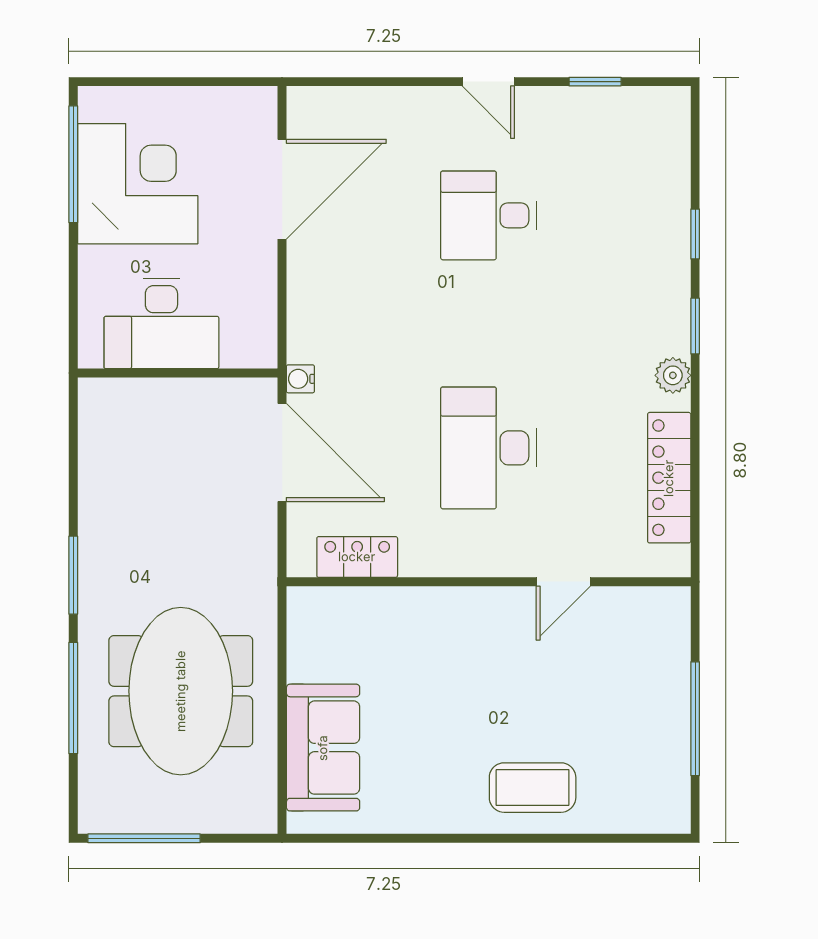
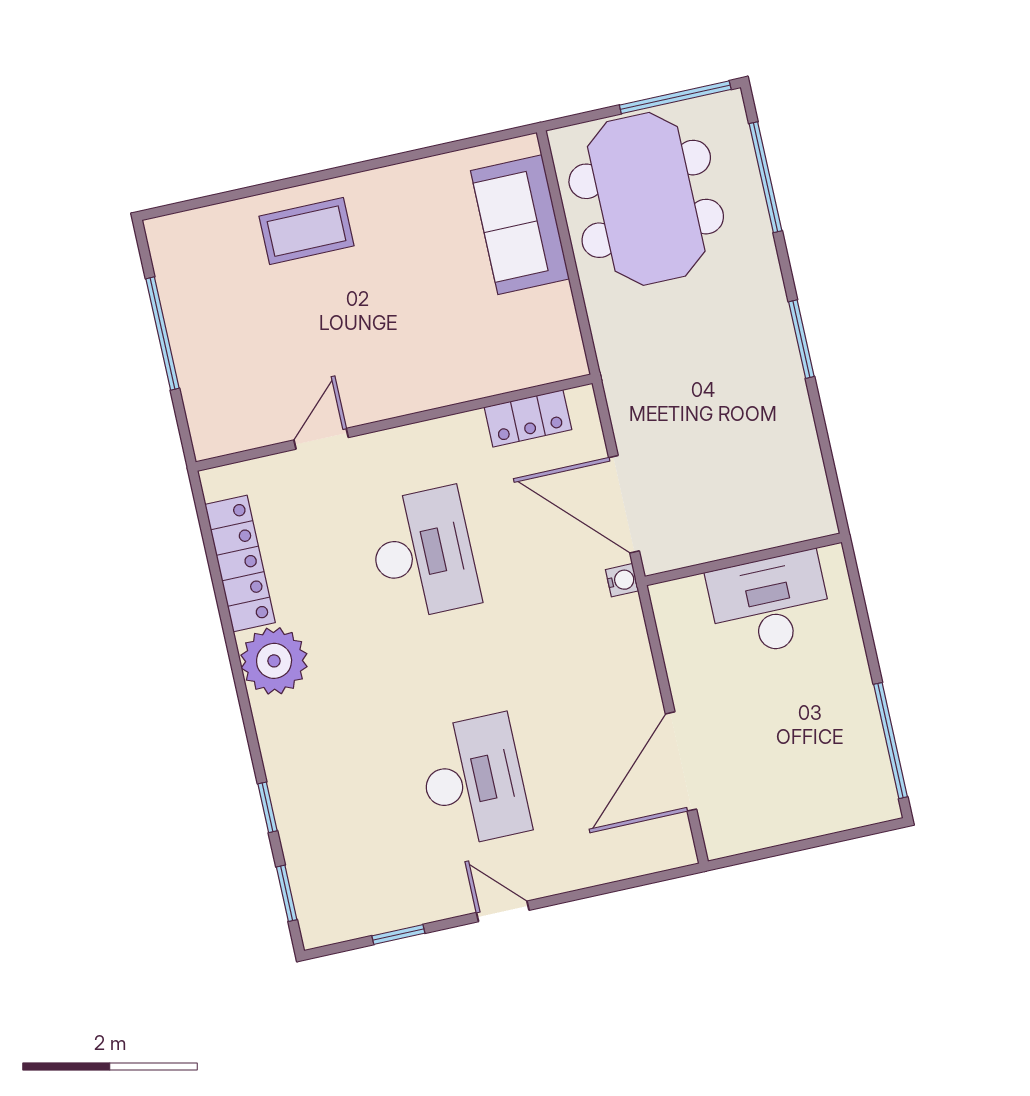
corner desk: (138, 184) -> (823, 736), removed
desk: (489, 215) -> (473, 781), width x1.37
window: (695, 326) -> (287, 893), moved
plant: (673, 375) -> (274, 661), width x1.88, depth x1.88
meeting table: (181, 691) -> (646, 199), moved
window: (73, 698) -> (766, 177), moved

